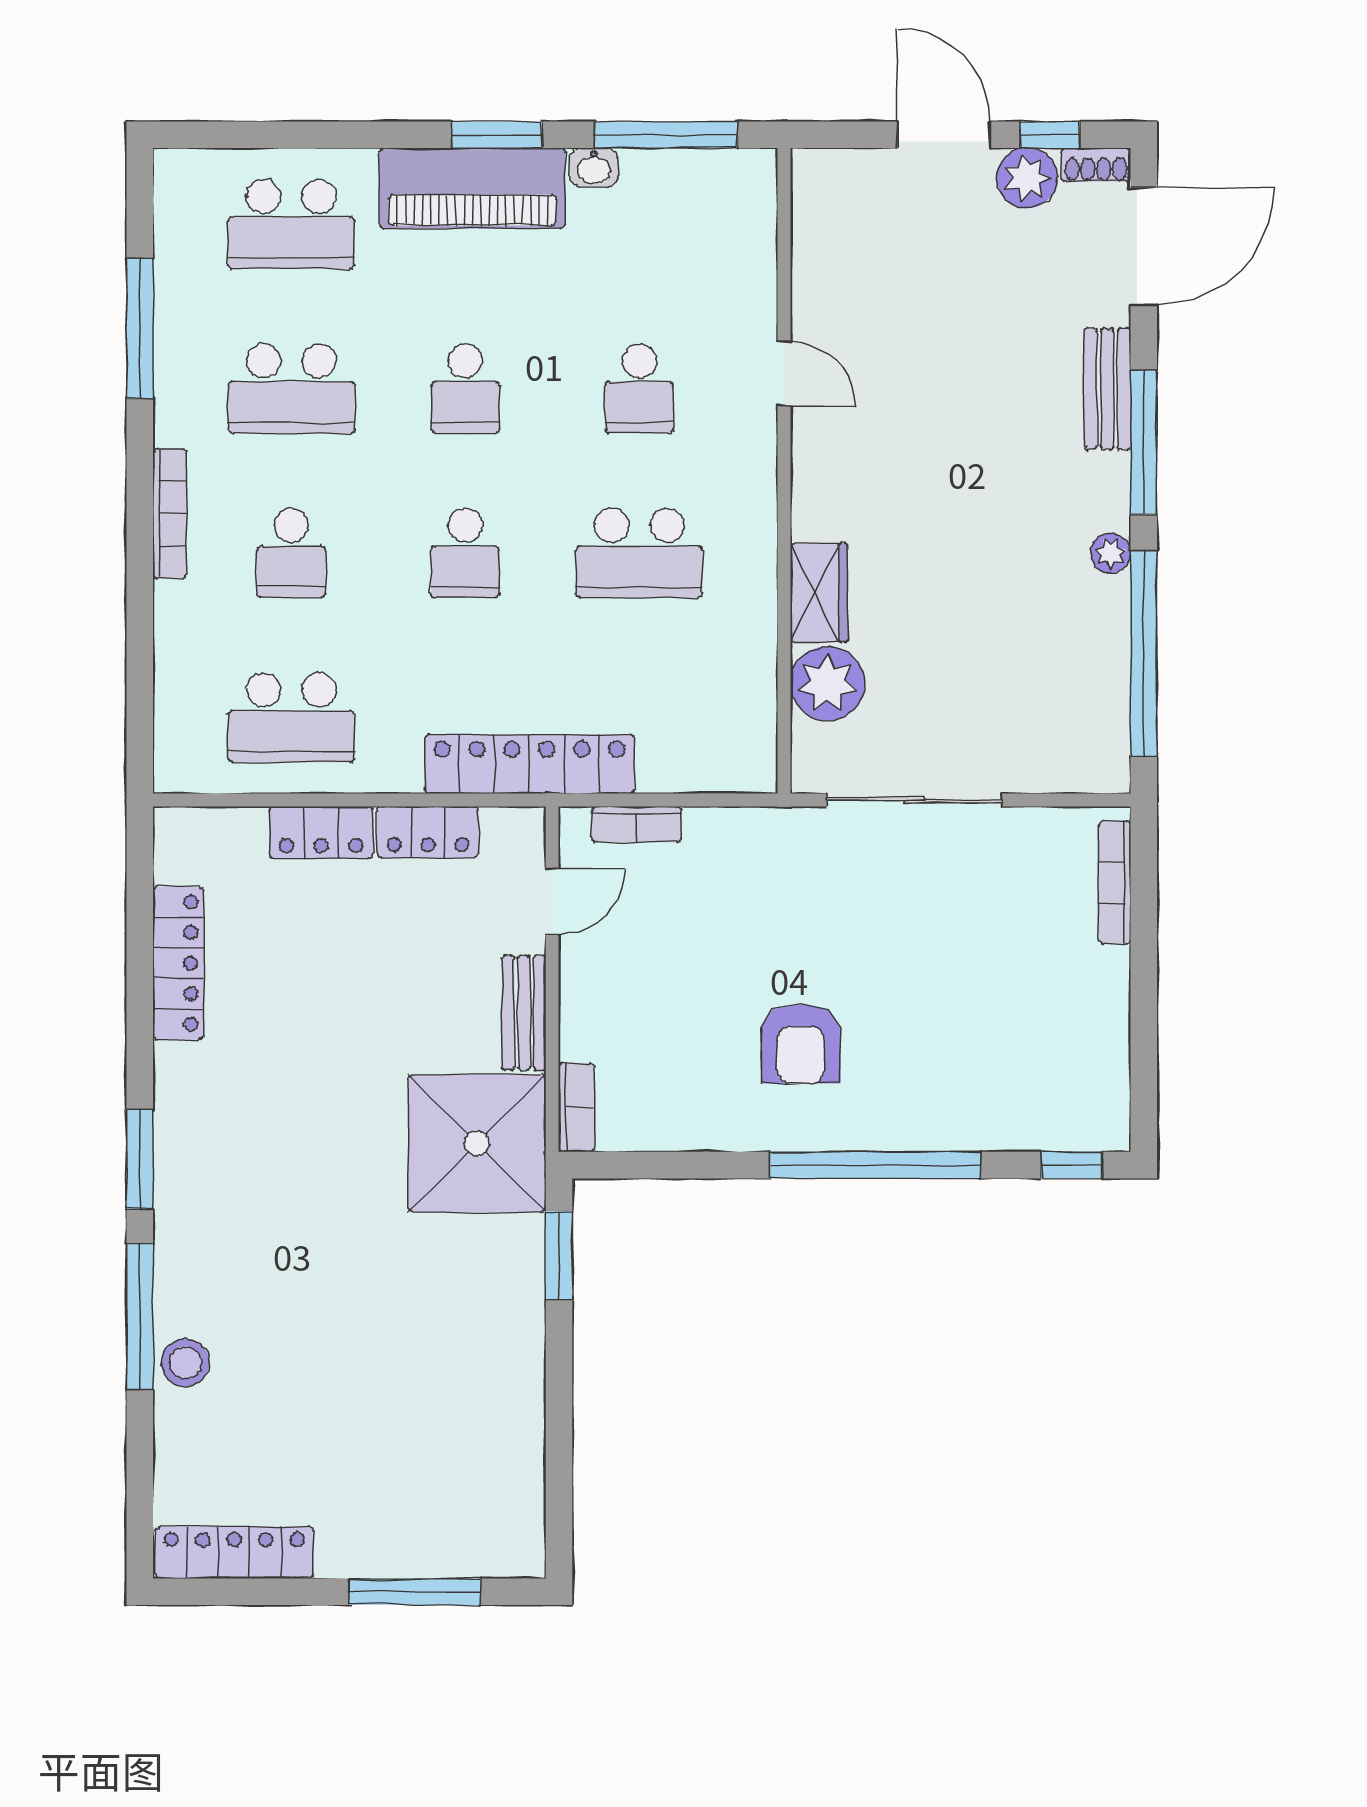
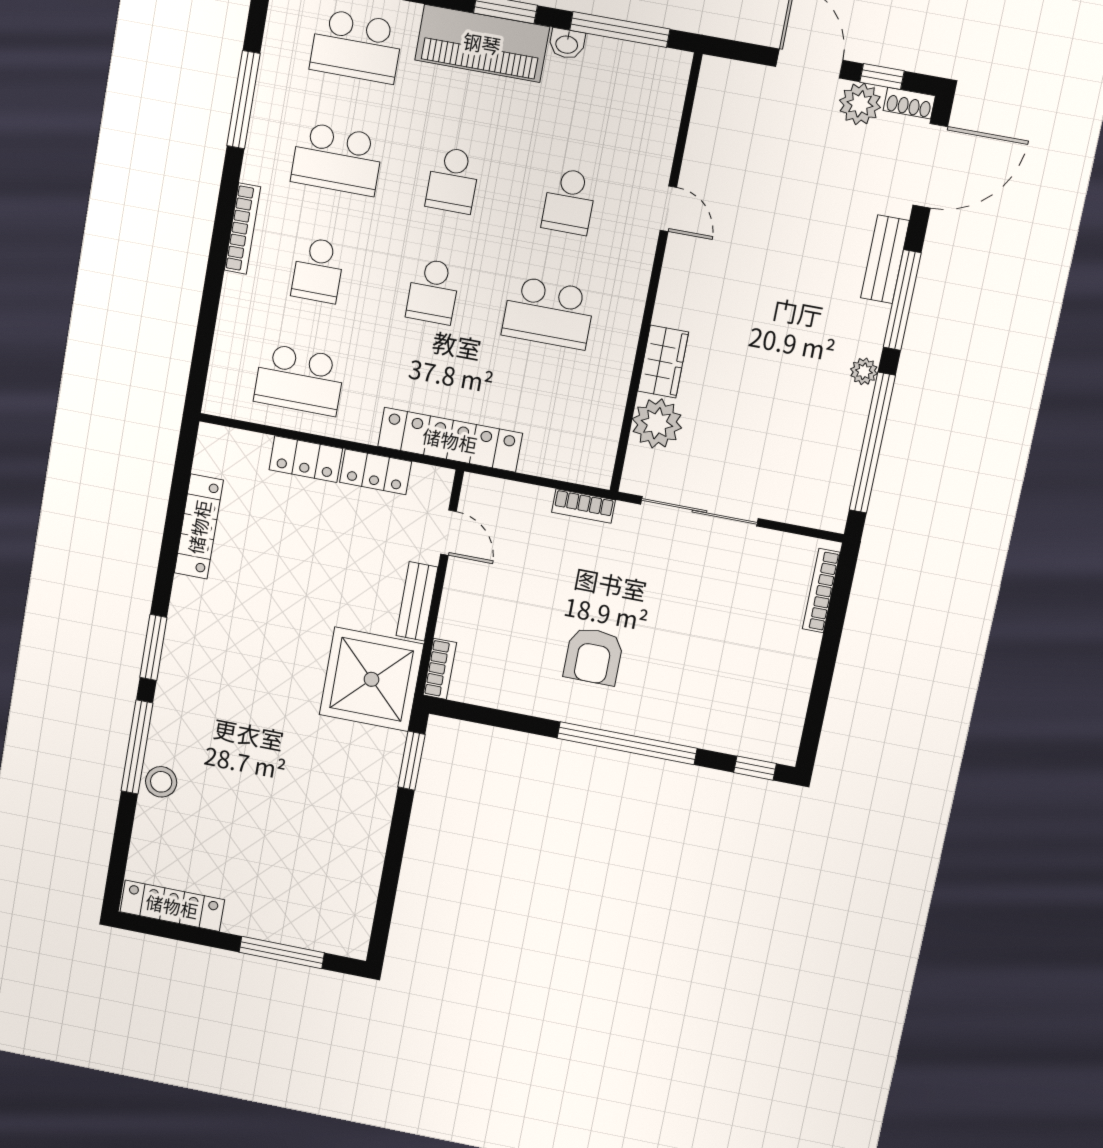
bookcase: (637, 824) -> (584, 506), moved
door: (552, 901) -> (448, 533), hinge flipped

